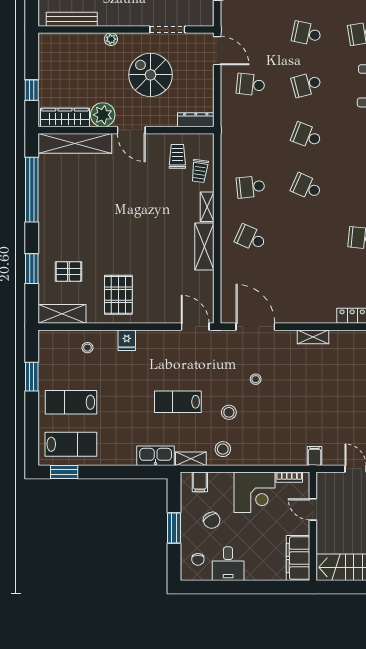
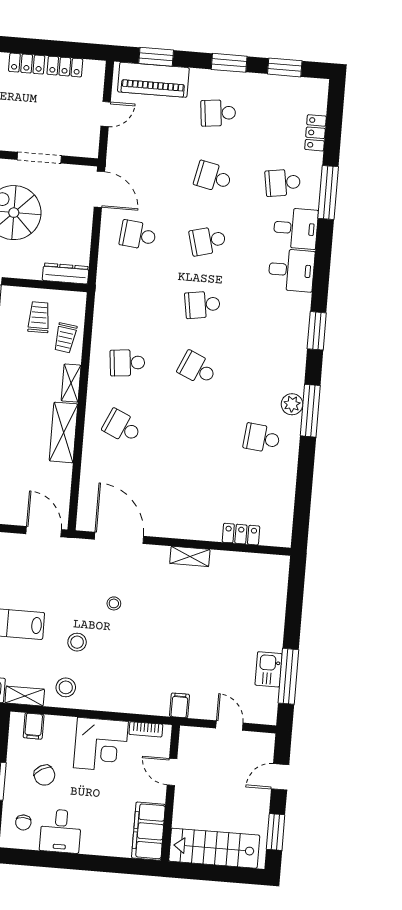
school desk: (307, 136) -> (202, 305), turned -30

